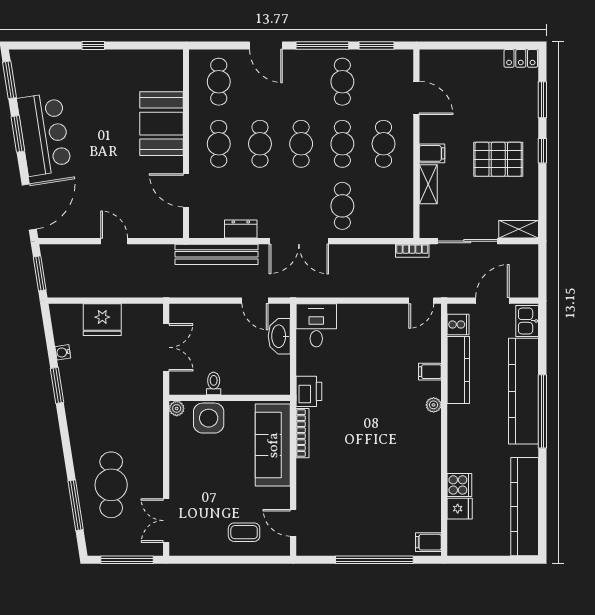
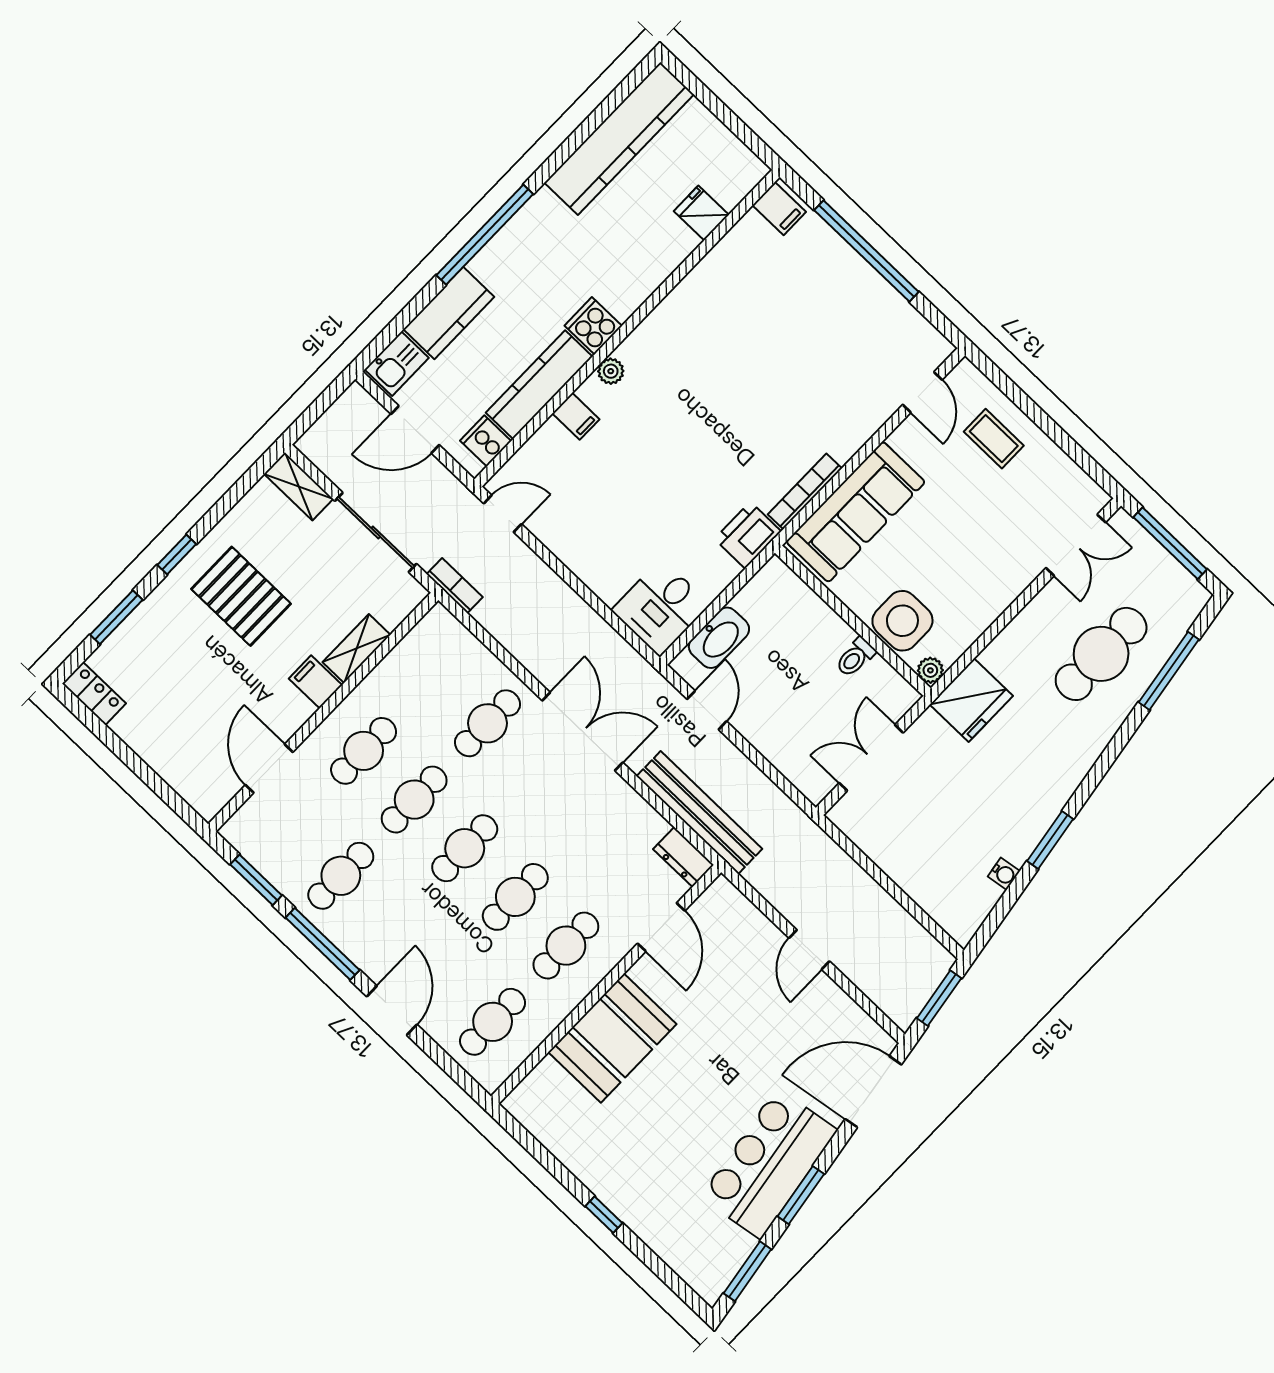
dresser: (241, 229) -> (683, 857), moved
fridge: (102, 320) -> (971, 700), moved, turned 90
kitchen counter: (524, 391) -> (449, 313), width x0.48, depth x0.86
cooker: (459, 485) -> (593, 326), moved

